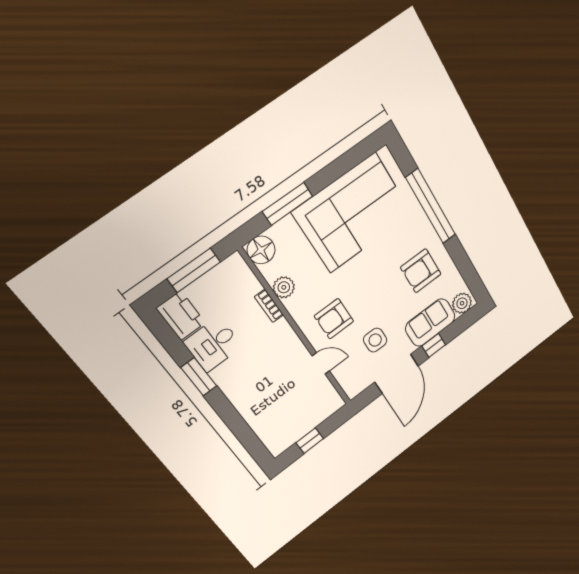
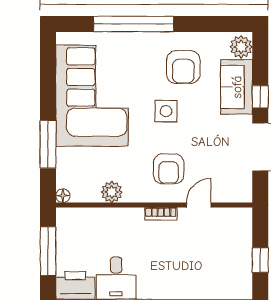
floor lamp: (261, 250) -> (63, 196), width x0.53, depth x0.53
bookcase: (269, 306) -> (161, 214), moved
side table: (375, 340) -> (166, 111), moved

